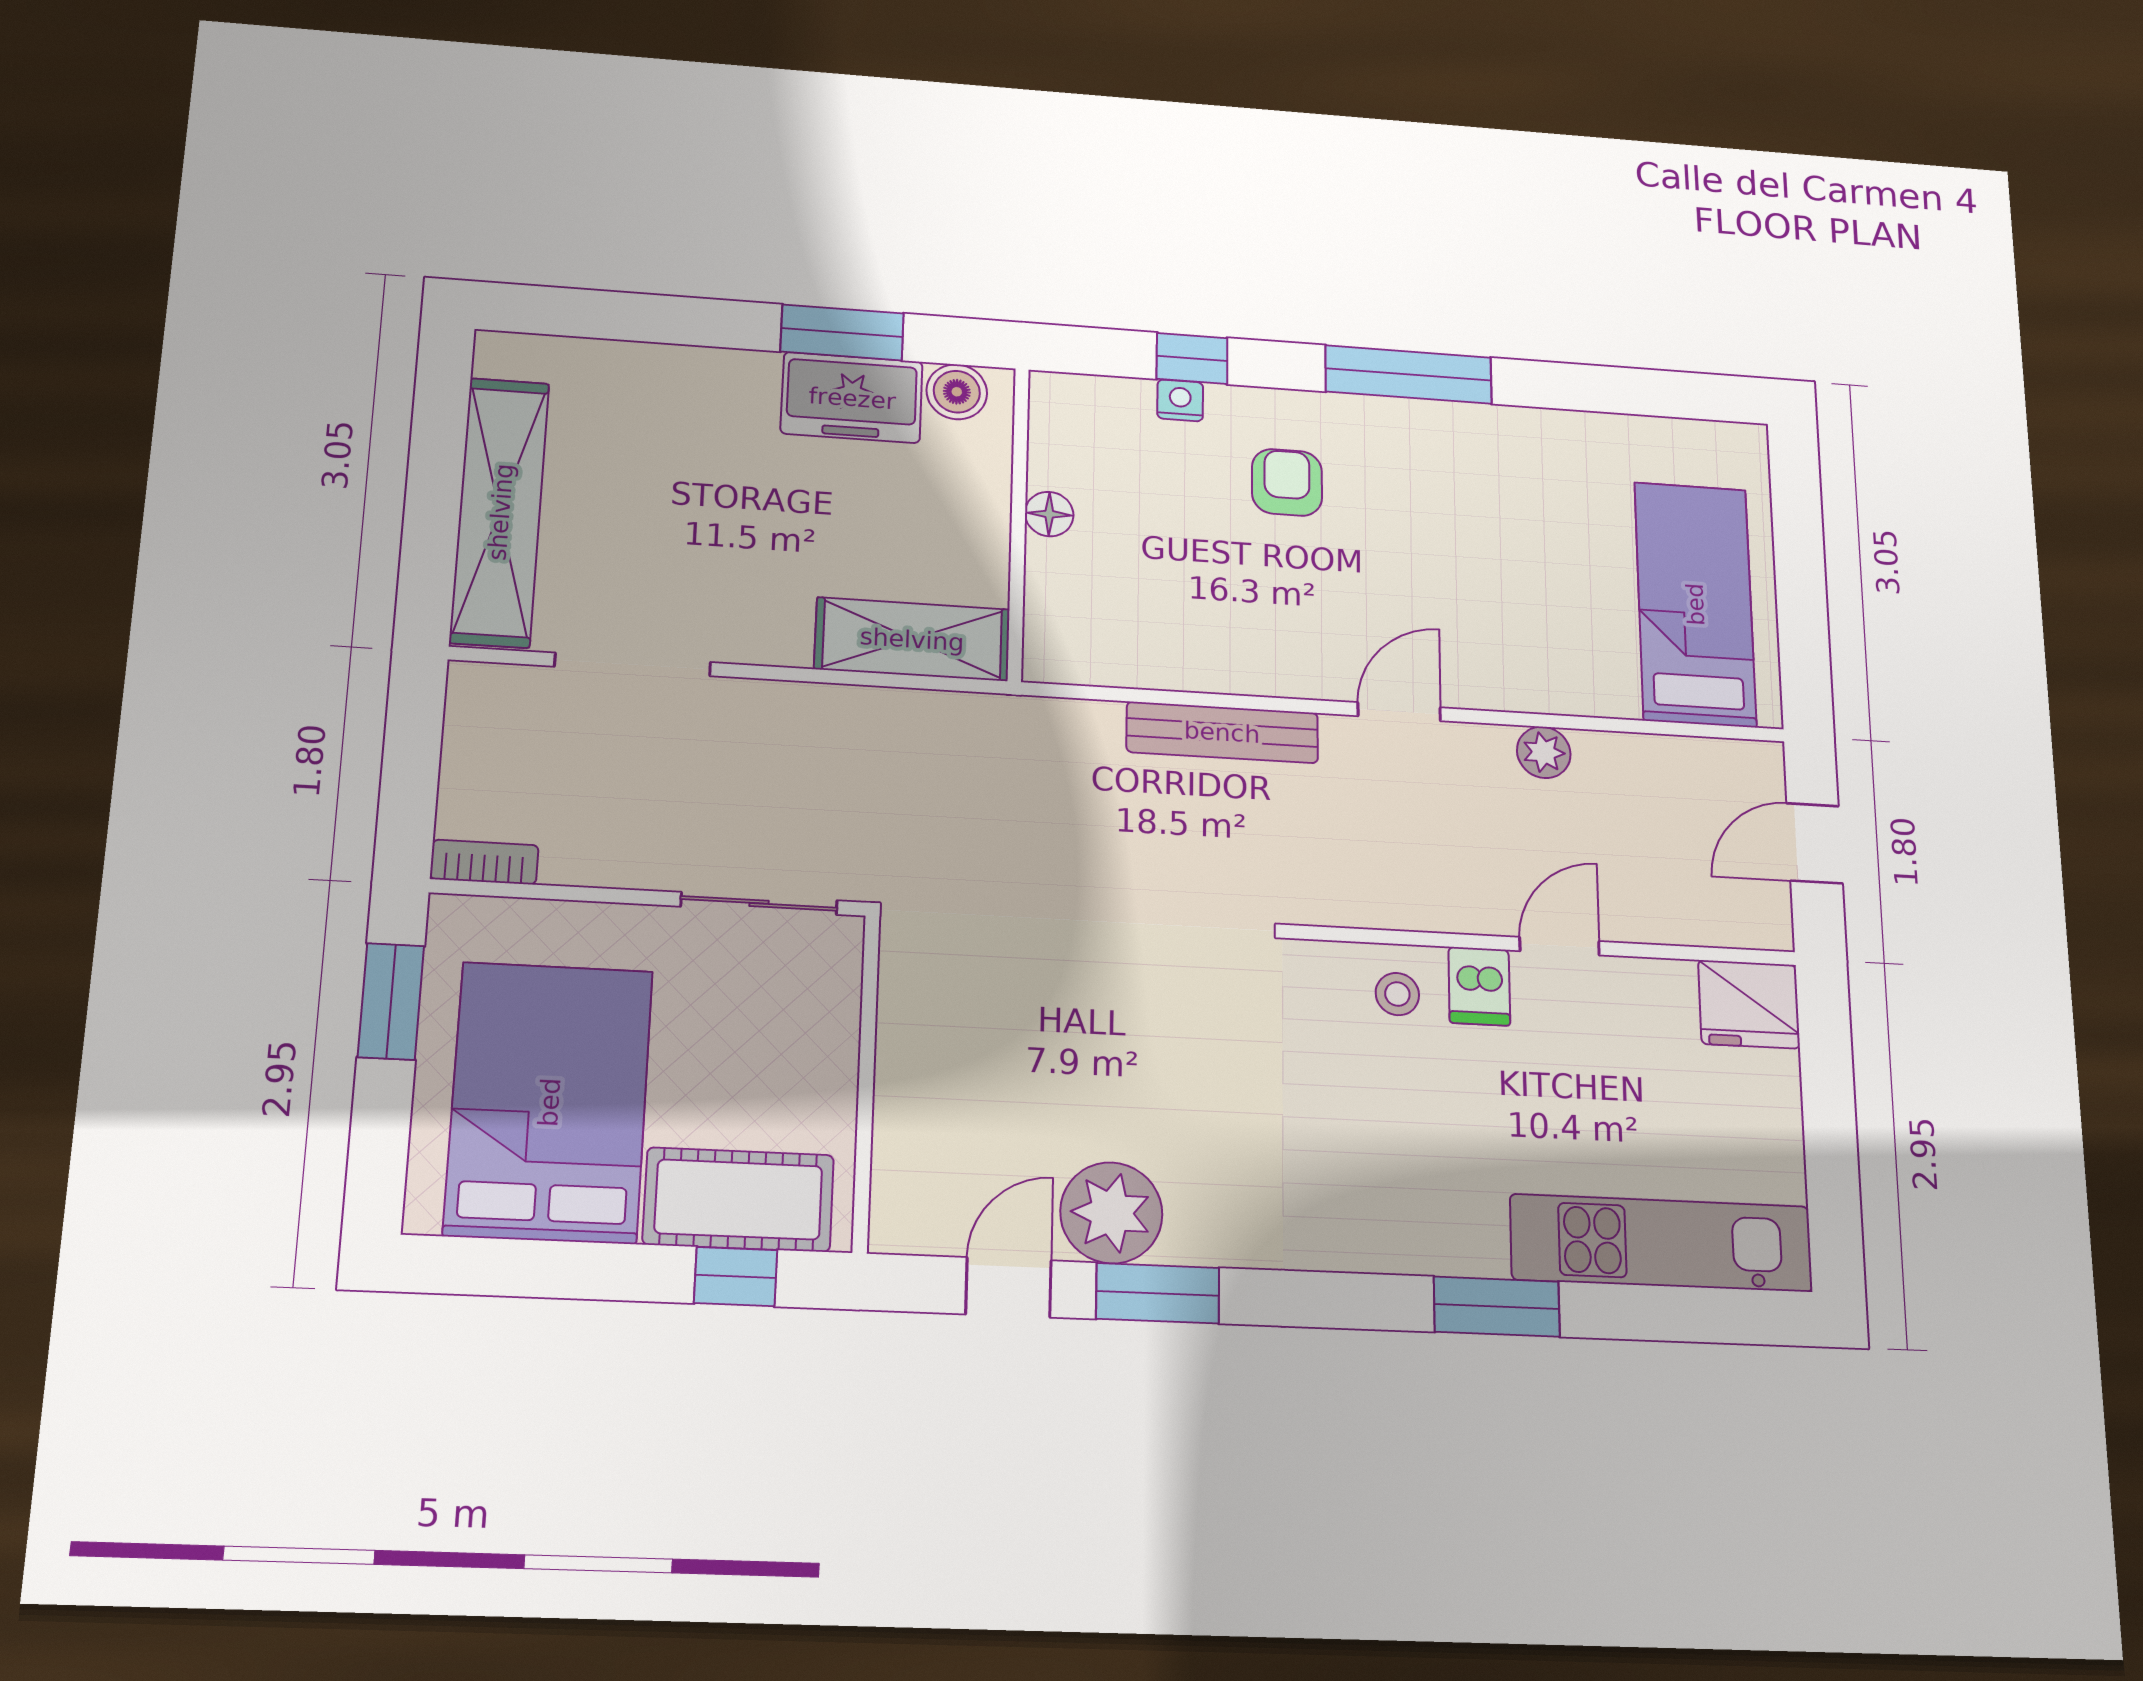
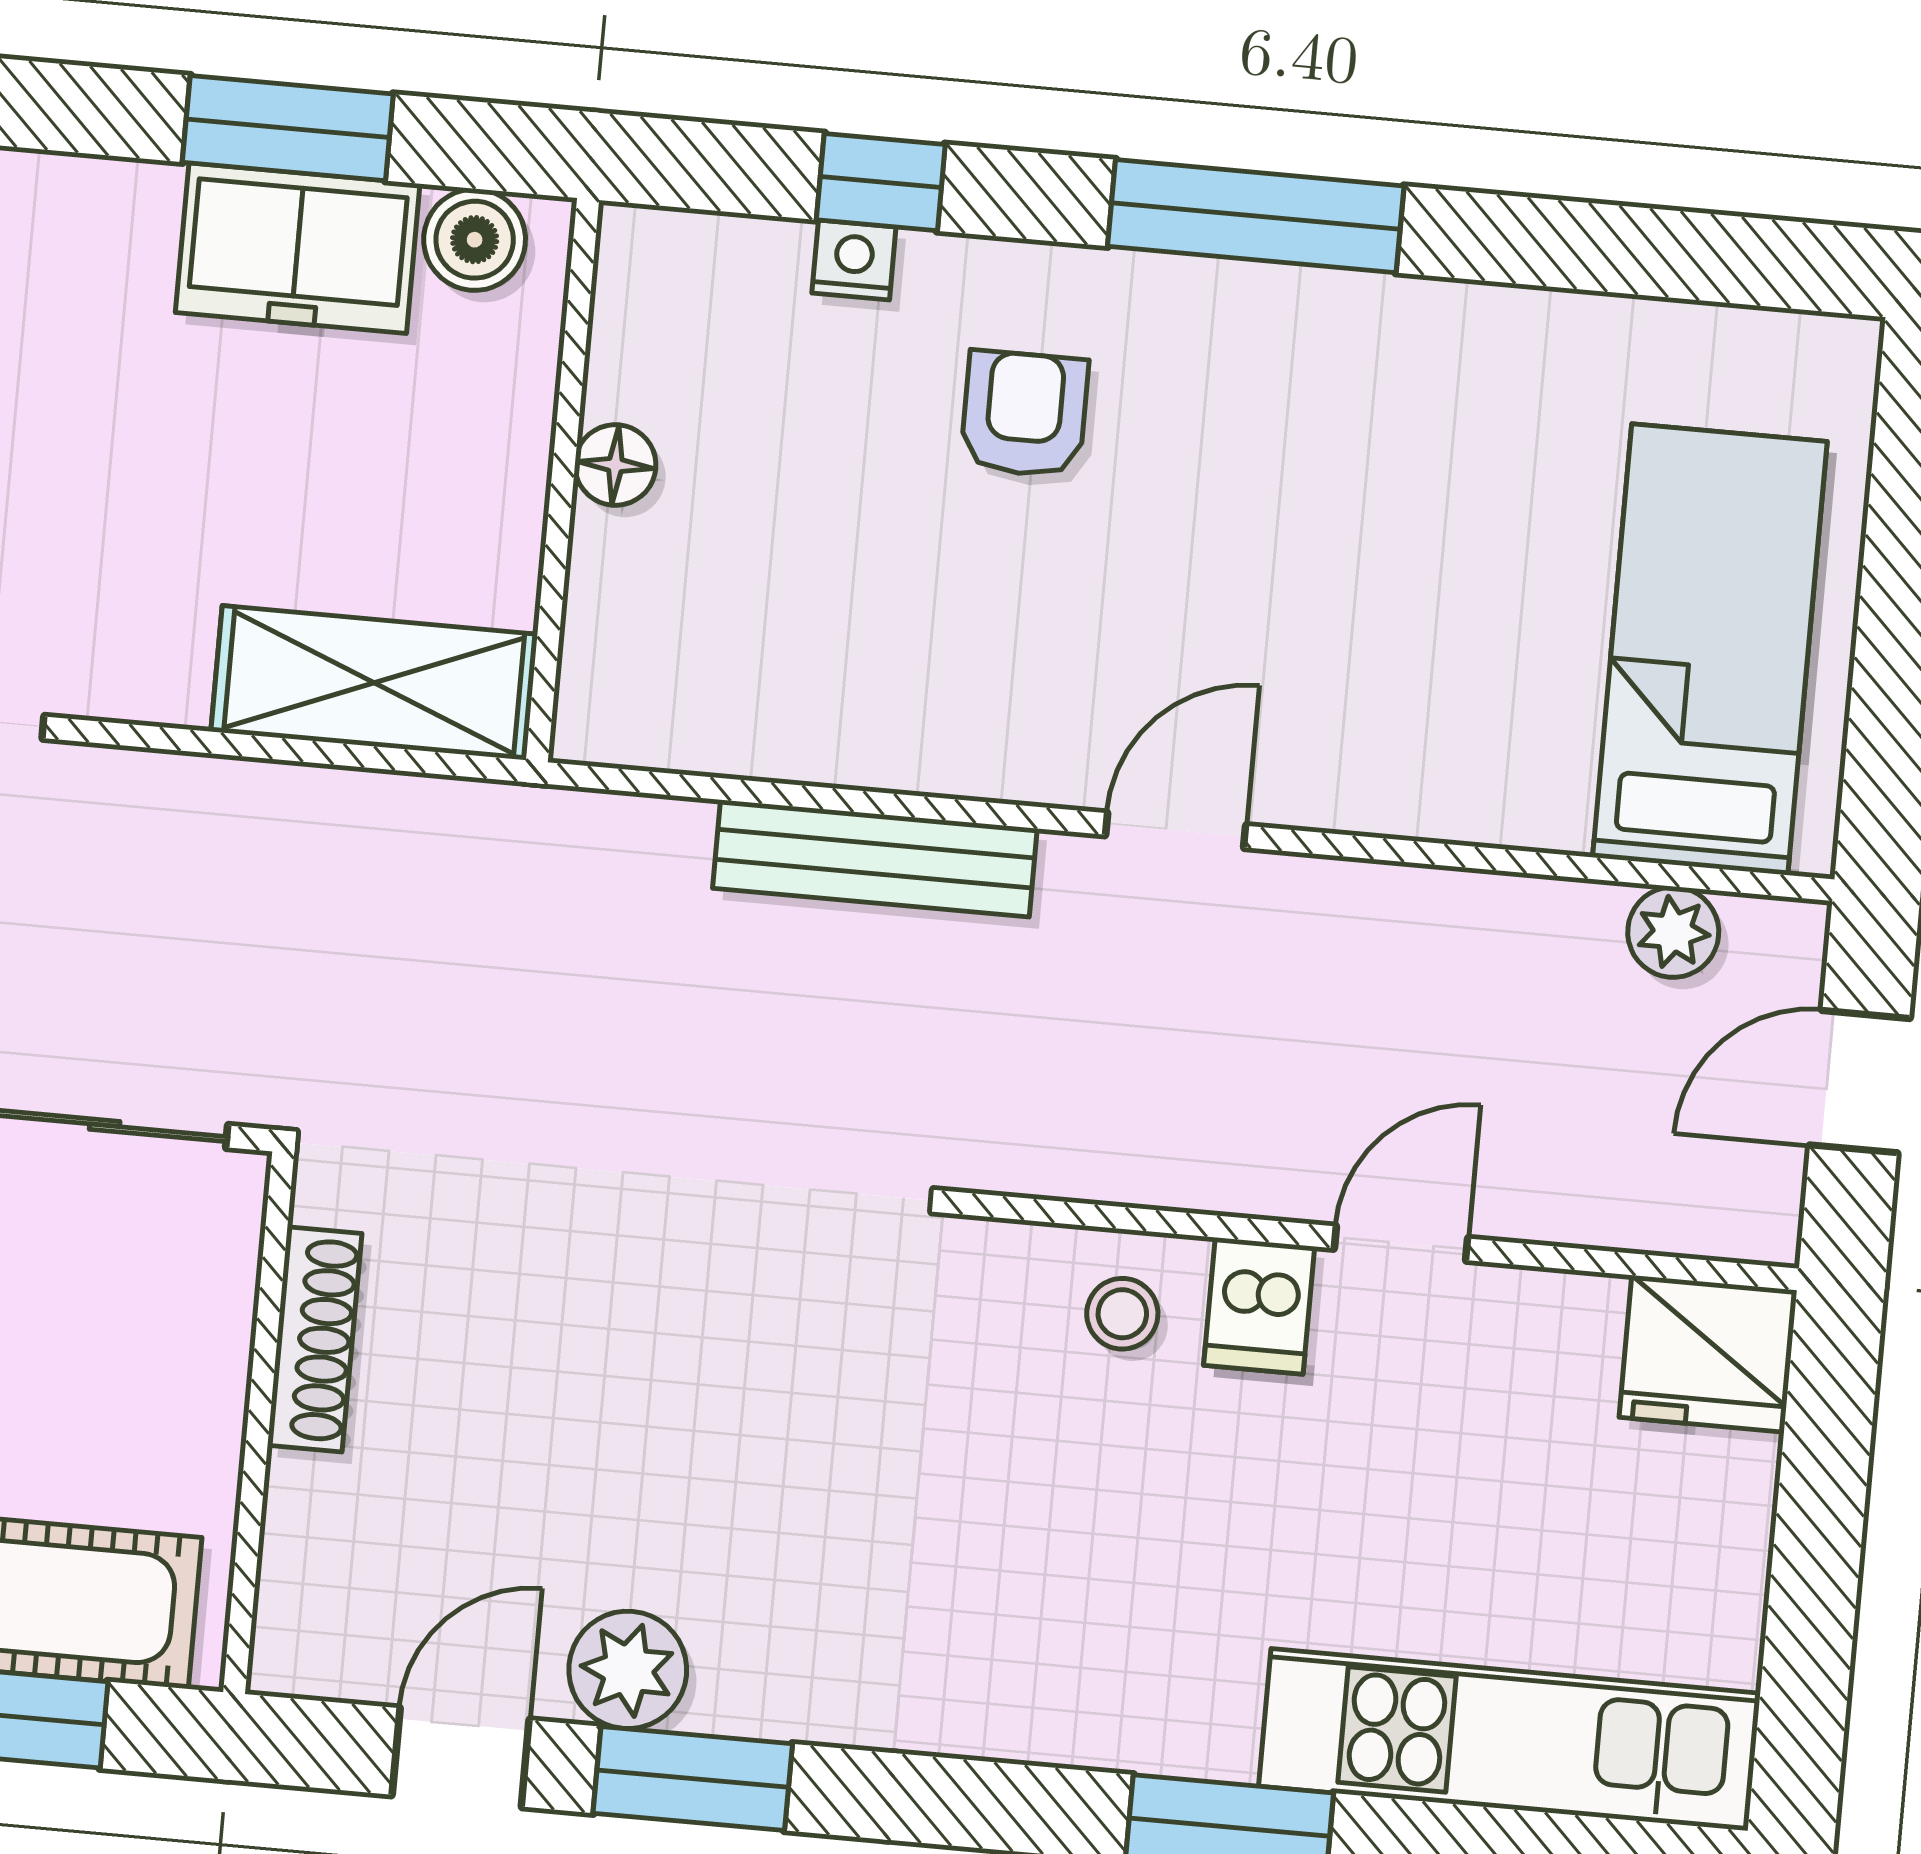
plant: (1544, 752) -> (1673, 932), moved
shoe rack: (899, 1029) -> (315, 1339), added
plant: (1111, 1213) -> (628, 1670), width x0.73, depth x0.73

